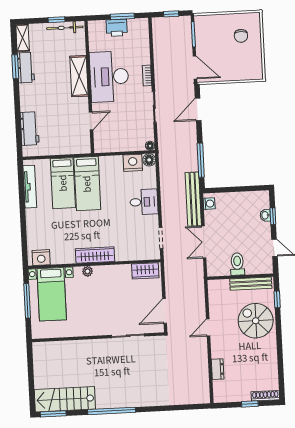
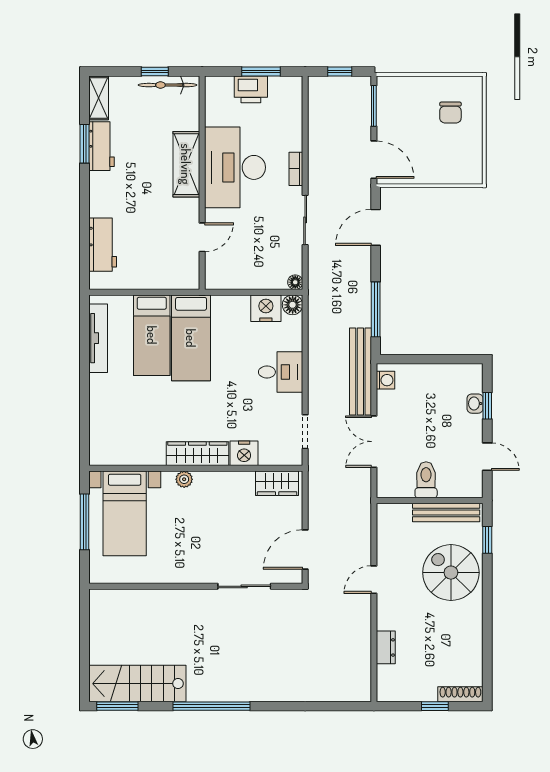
nightstand: (41, 258) -> (244, 453), moved

